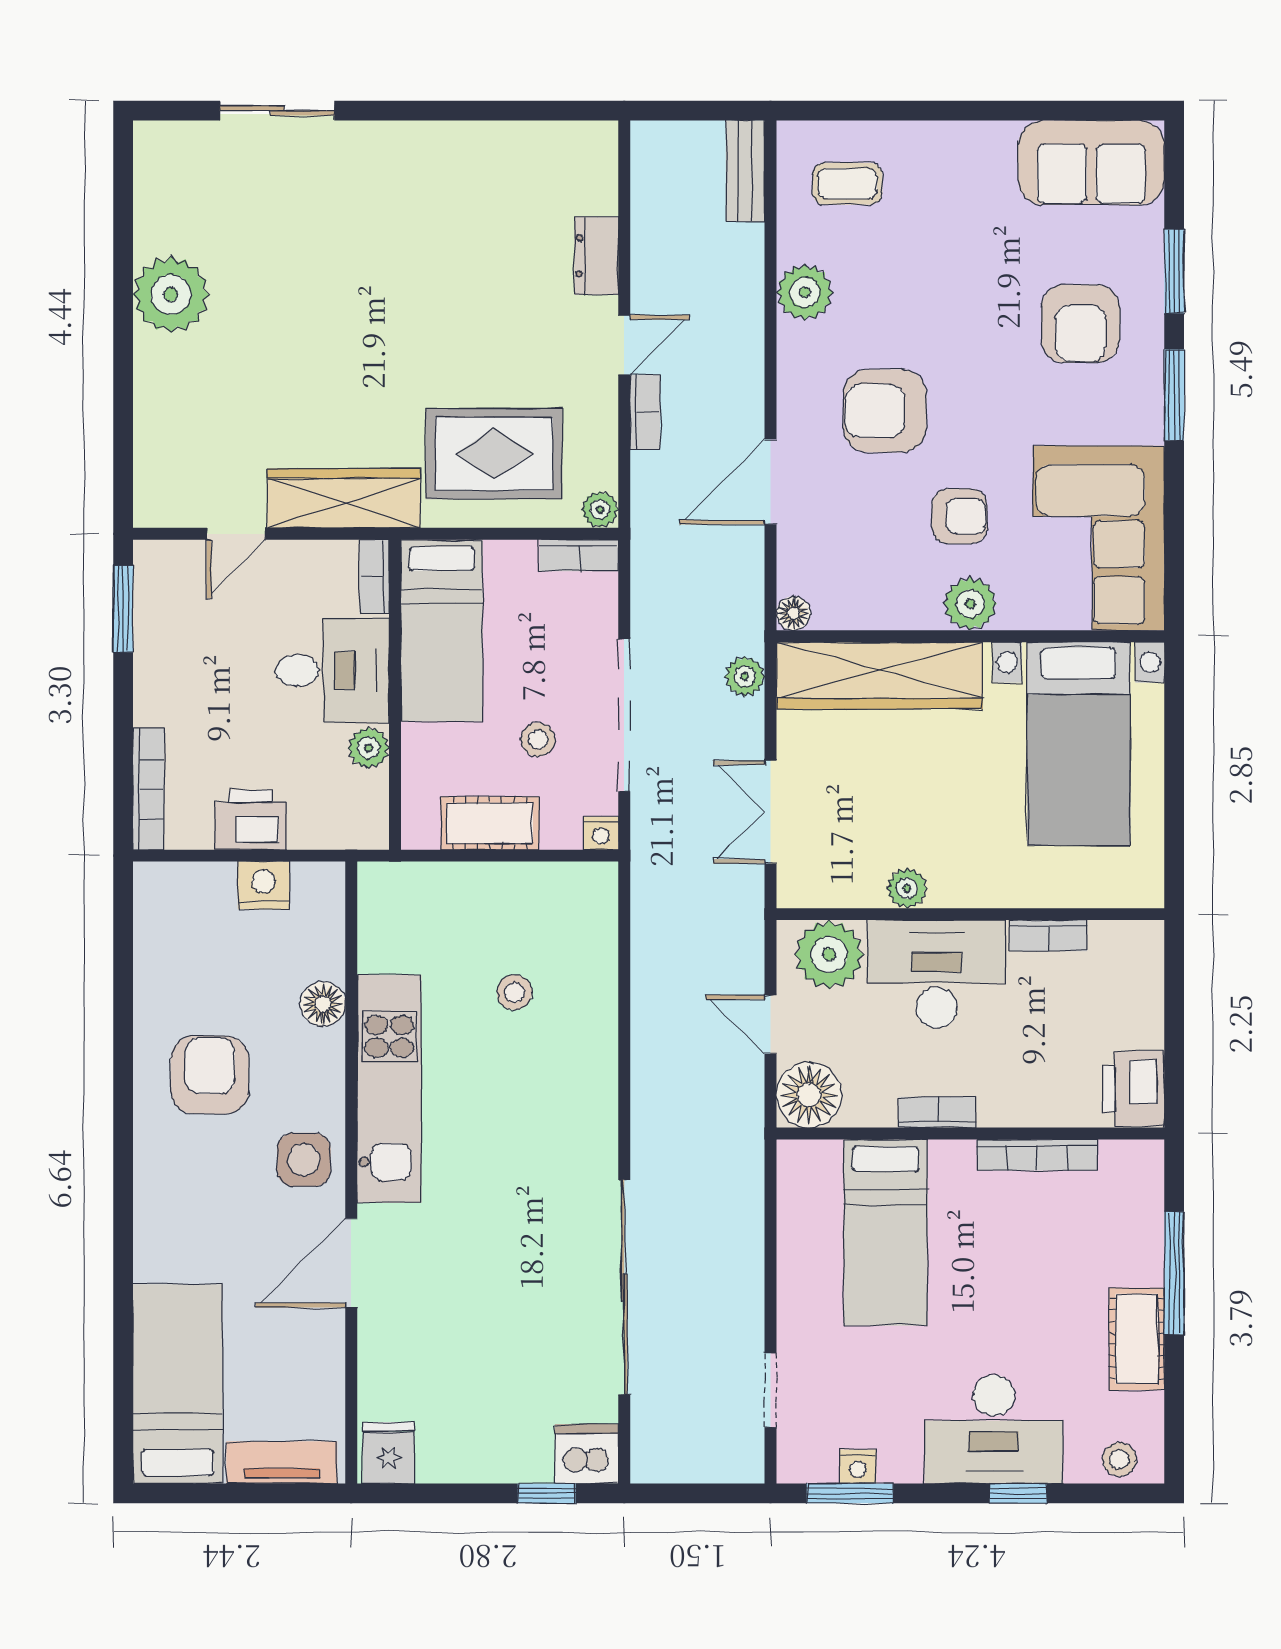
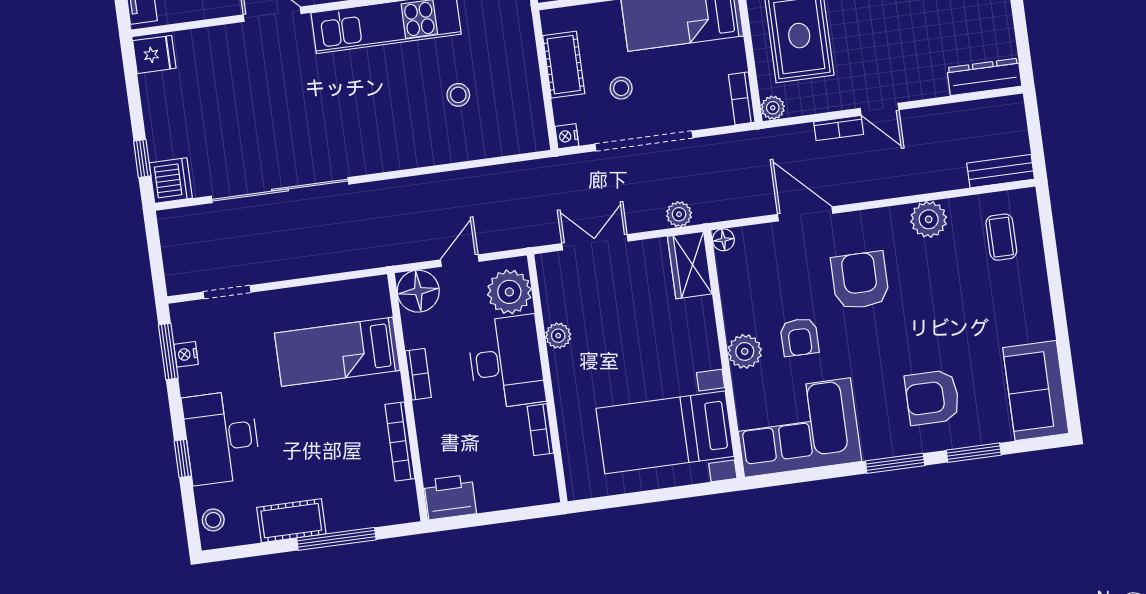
dresser: (596, 256) -> (984, 77), moved, width x1.44
wardrobe: (879, 675) -> (690, 265), width x0.48, depth x0.85

